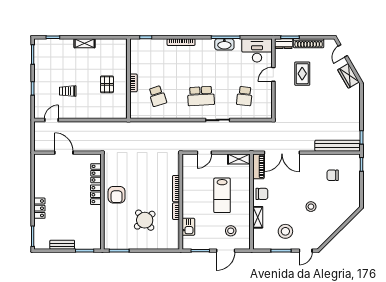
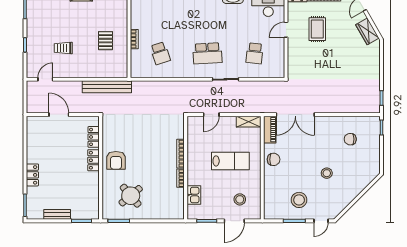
bench: (338, 146) -> (107, 87), moved
lab bench: (222, 195) -> (230, 161), turned -90
shelving: (258, 217) -> (269, 185), removed
round table: (145, 220) -> (131, 196), moved

